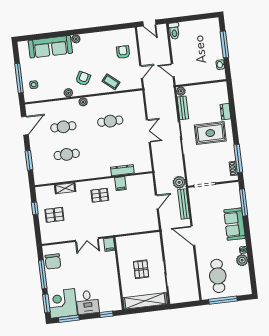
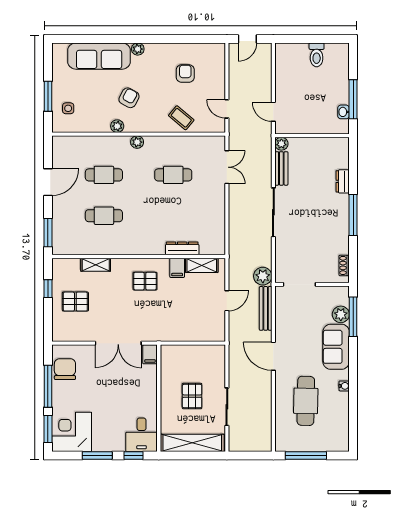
door: (149, 23) -> (247, 39), hinge flipped
toilet: (174, 31) -> (317, 55), moved
window: (224, 44) -> (353, 99), moved
armchair: (123, 52) -> (185, 74), moved
door: (141, 72) -> (227, 109), swing flipped
window: (19, 78) -> (48, 96), width x0.69
armchair: (83, 79) -> (129, 98), moved
door: (25, 126) -> (48, 182), moved
double door: (148, 131) -> (227, 167), moved
rug: (210, 133) -> (317, 210), removed
window: (238, 158) -> (353, 215), moved
window: (29, 160) -> (48, 233), moved
shelving: (137, 180) -> (202, 265), added
double door: (87, 240) -> (118, 343), width x1.37
plant: (242, 260) -> (341, 314), moved
chair: (53, 261) -> (65, 369), turned 180
cafe table: (218, 276) -> (306, 401), moved
desk: (88, 302) -> (142, 435), moved
window: (69, 319) -> (97, 455), moved

